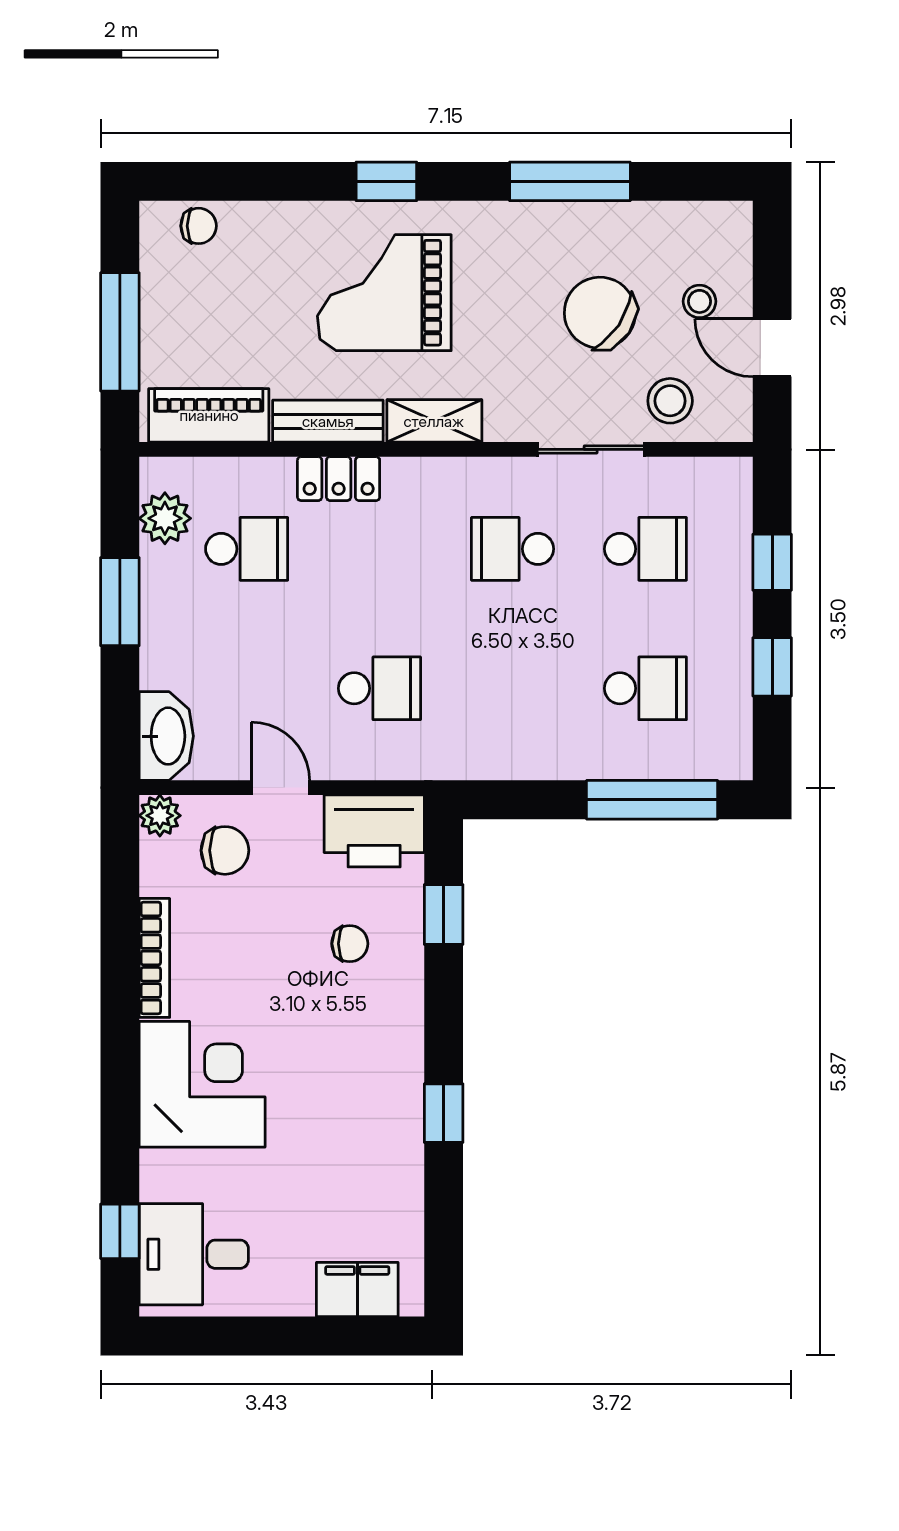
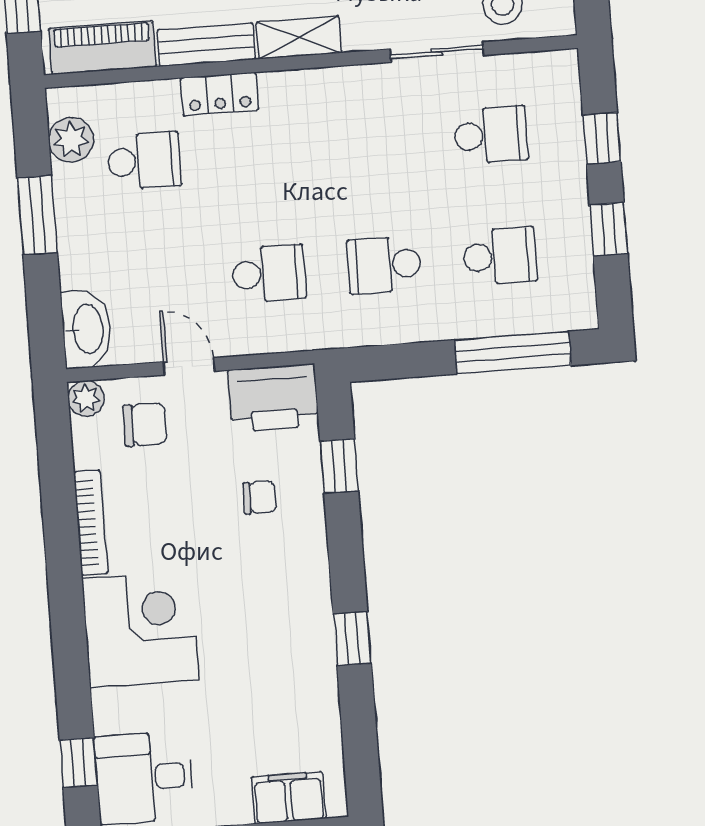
school desk: (512, 549) -> (384, 265), moved

